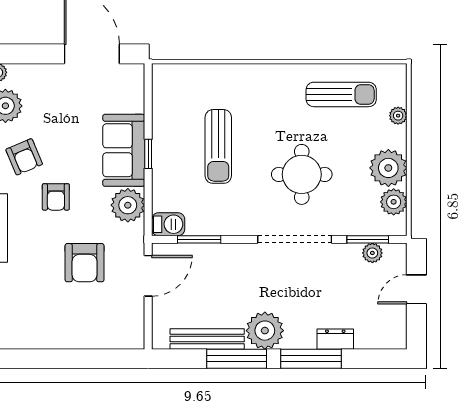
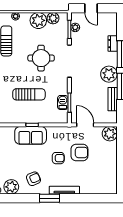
armchair: (56, 197) -> (58, 158), moved
plant: (128, 205) -> (110, 134), moved
barbecue: (168, 224) -> (63, 102), moved
bench: (207, 339) -> (113, 99), width x0.73

